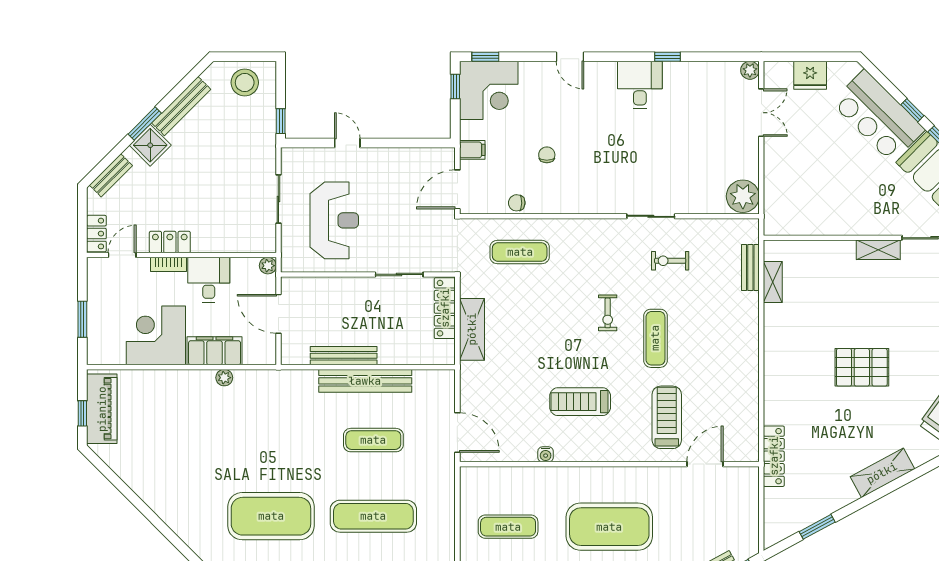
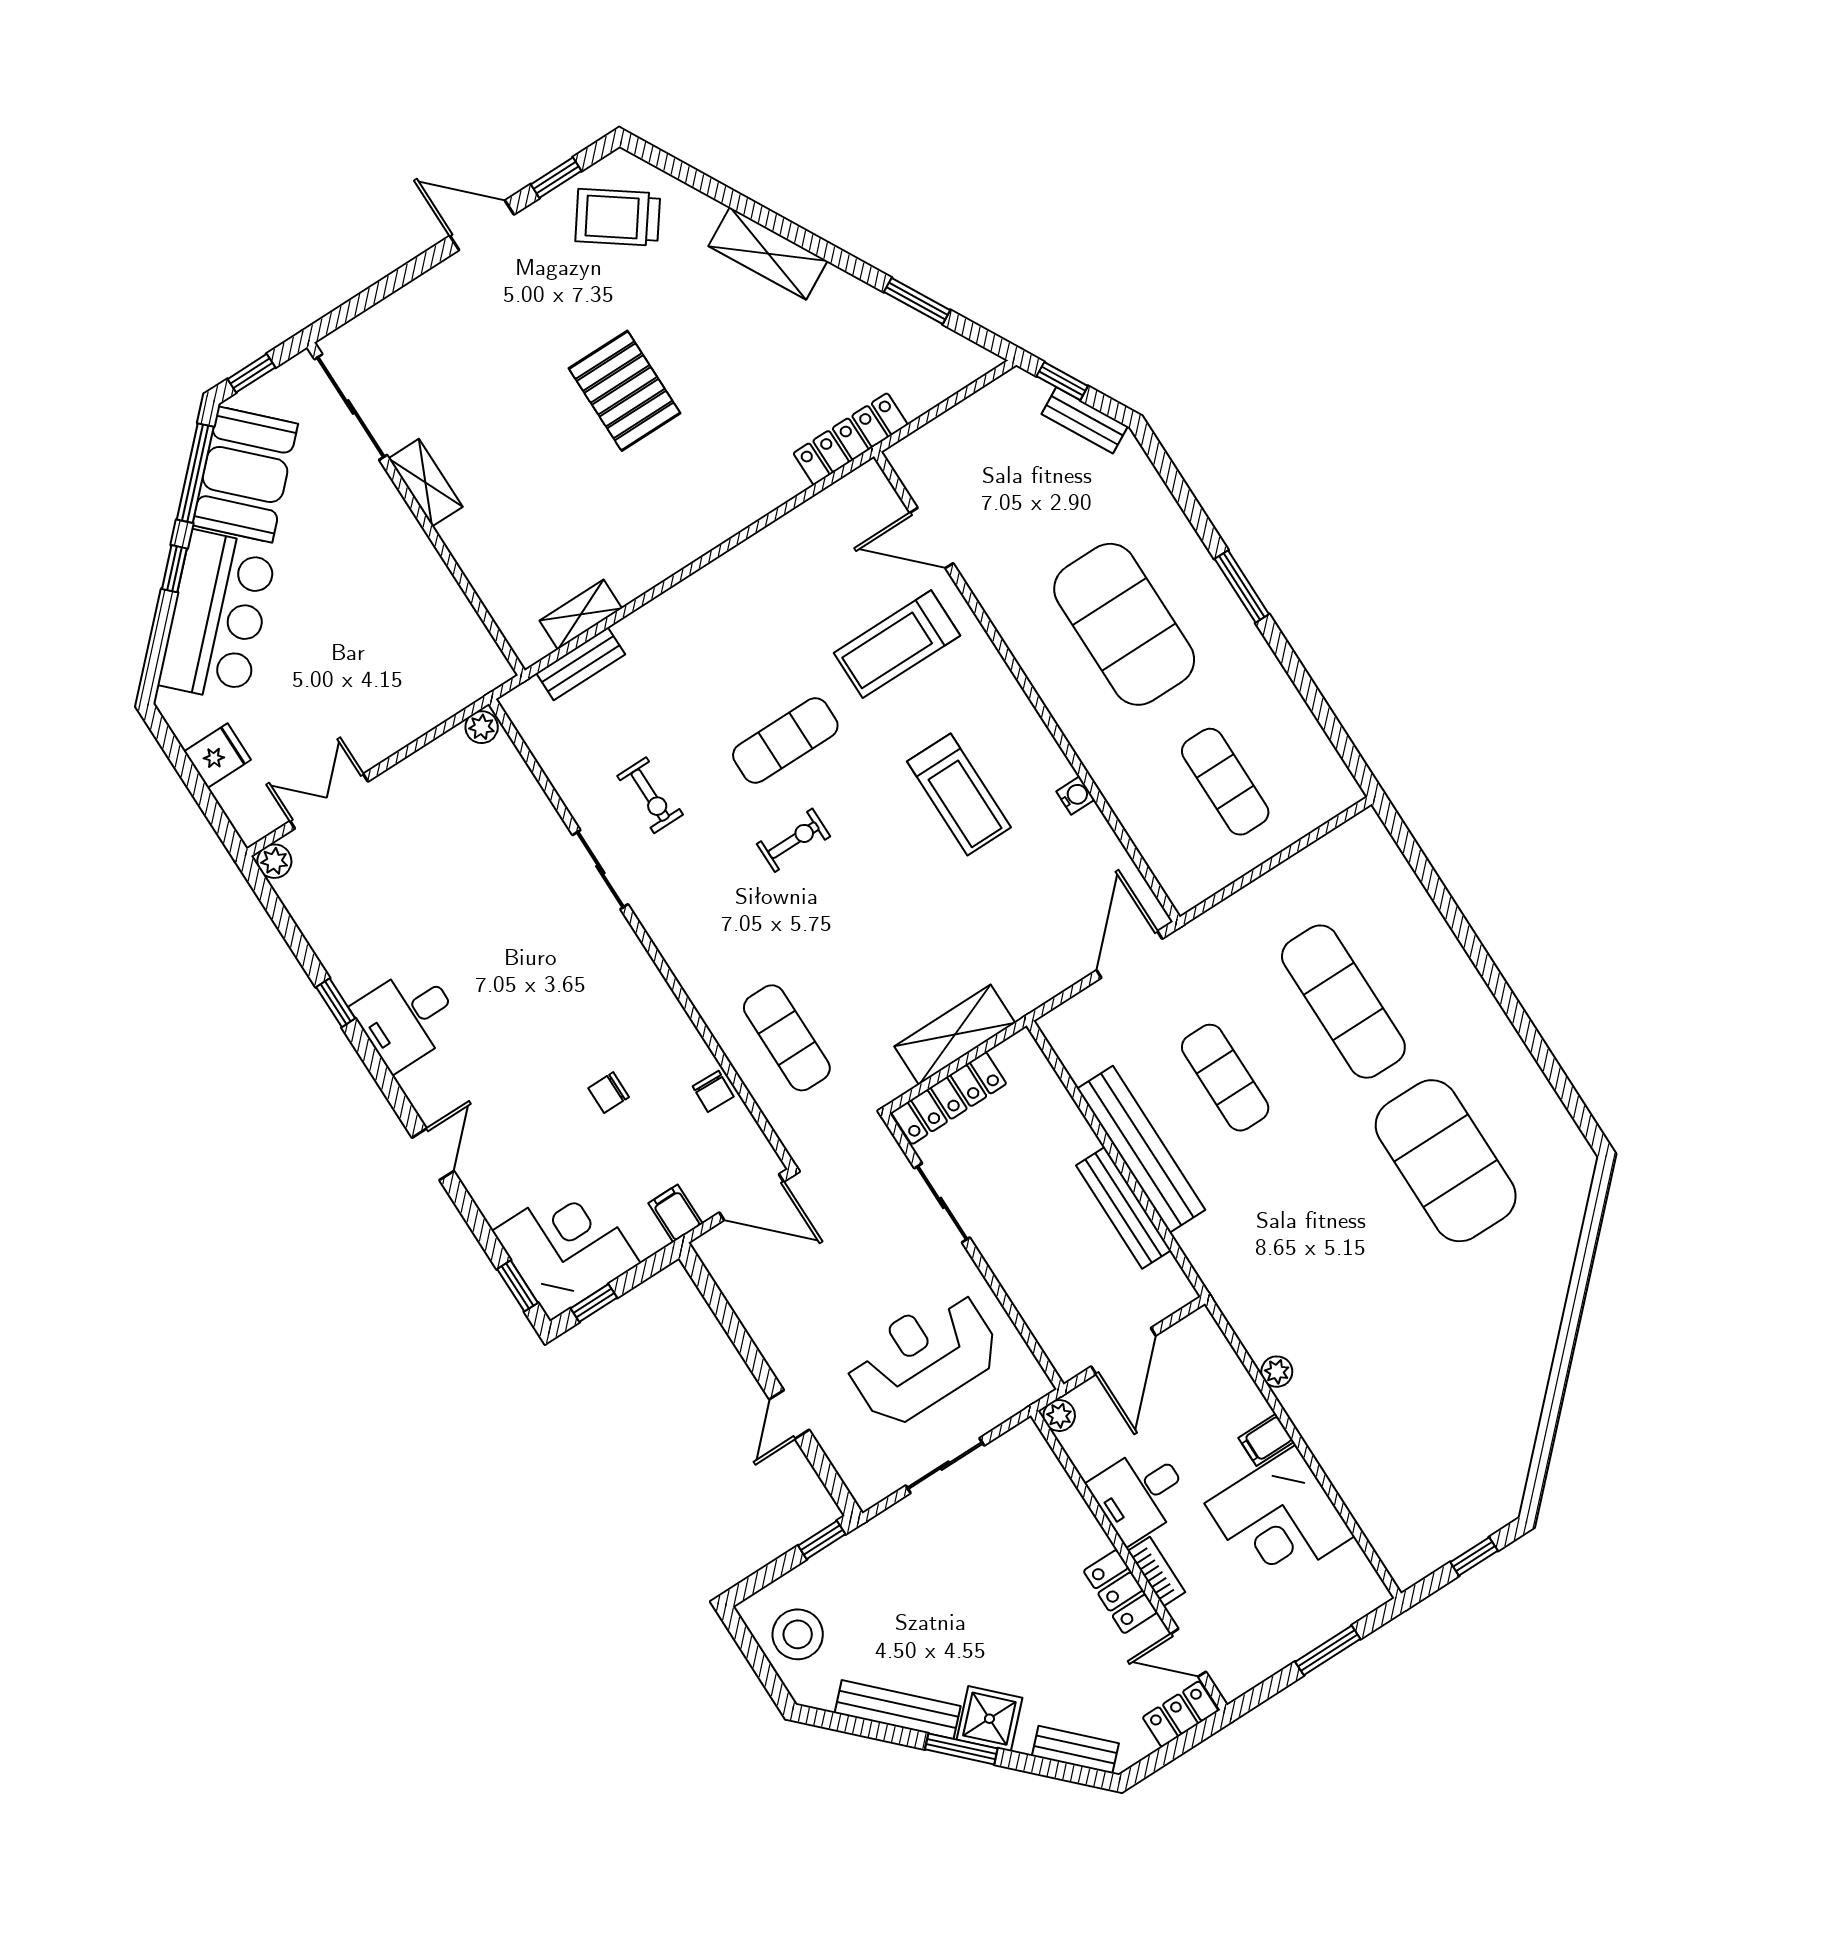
fridge: (810, 75) -> (217, 756), width x0.72
plant: (743, 196) -> (482, 727), width x0.53, depth x0.53
filing cabinet: (215, 351) -> (1266, 1440), width x0.33, depth x0.86
piano: (102, 409) -> (1447, 1531), removed

